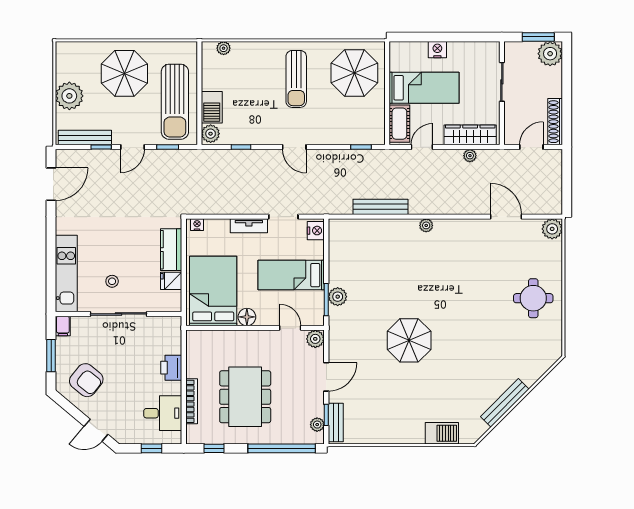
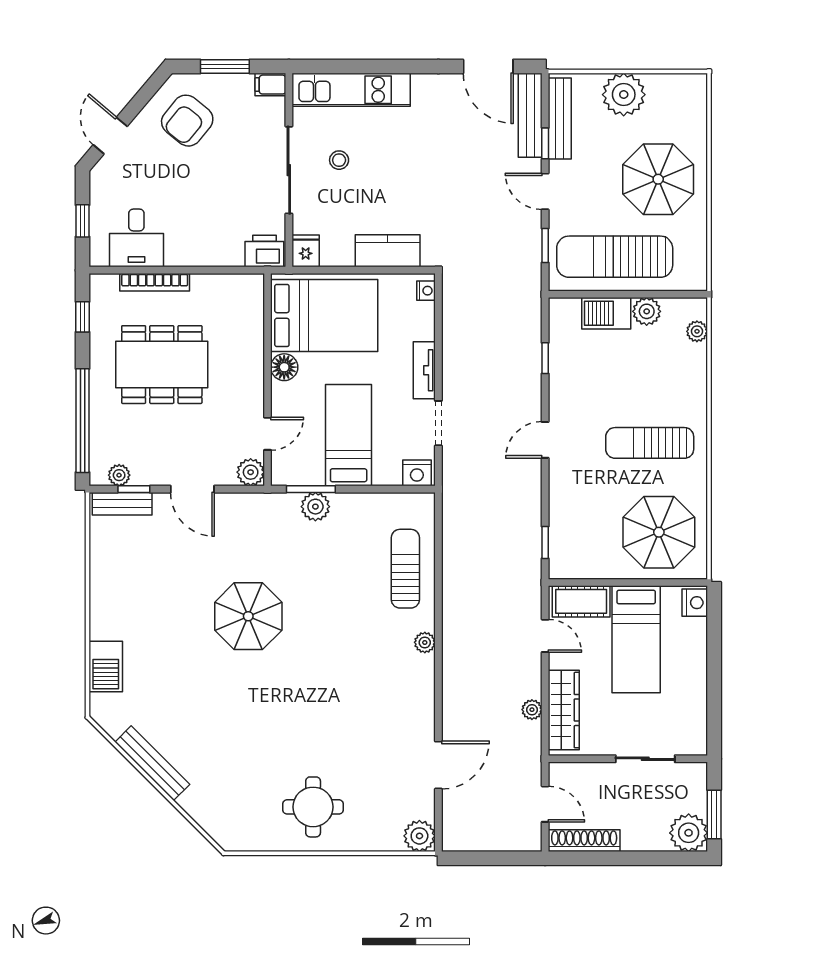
nightstand: (437, 50) -> (695, 603), moved
plant: (211, 134) -> (647, 311), moved
bench: (381, 207) -> (530, 115), moved
sun lounger: (378, 238) -> (405, 569), added
fridge: (171, 281) -> (306, 251), moved
printer: (171, 368) -> (264, 251), moved

